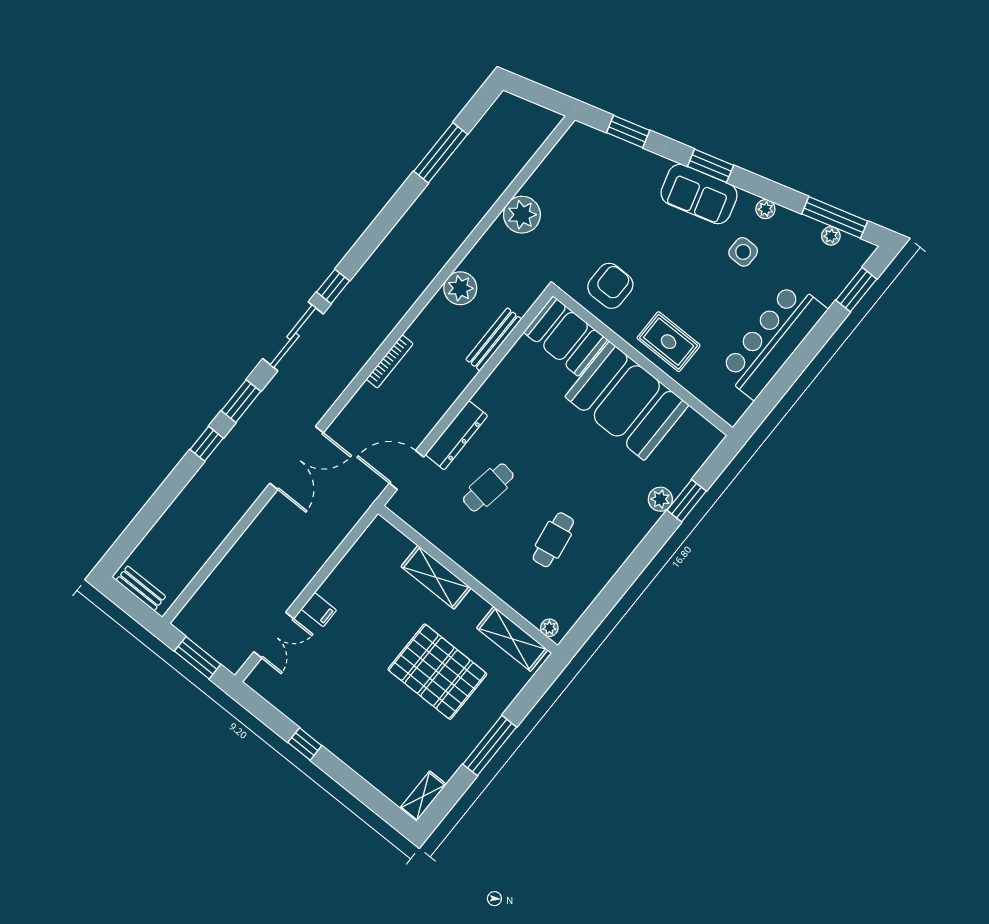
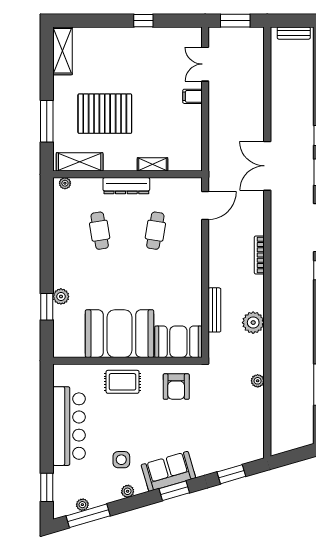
plant: (522, 215) -> (258, 381), width x0.53, depth x0.53
dresser: (456, 435) -> (126, 186), moved, turned -90
shelving: (436, 577) -> (153, 164), width x0.67, depth x0.75
window: (490, 746) -> (47, 121), moved
shelving: (423, 796) -> (63, 51), width x1.50, depth x1.33

